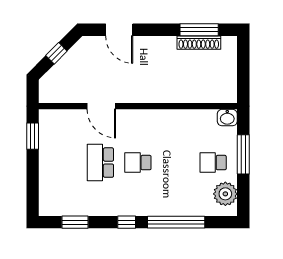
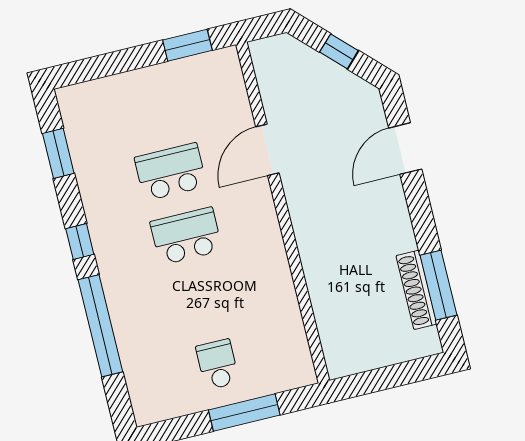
washbasin: (227, 118) -> (300, 370), removed
school desk: (138, 163) -> (186, 236), width x1.85
plant: (225, 194) -> (169, 398), removed

